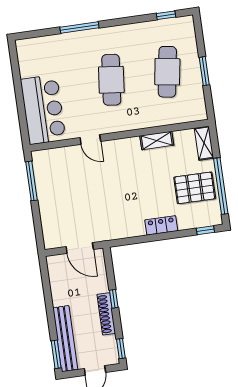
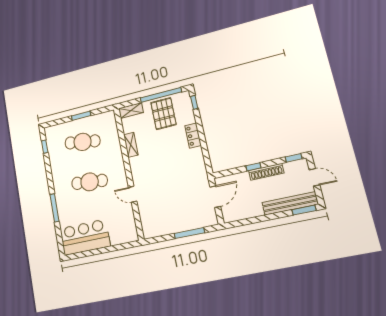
bar counter: (43, 110) -> (85, 237), moved
door: (90, 139) -> (133, 194), swing flipped
window: (31, 181) -> (189, 233), moved

